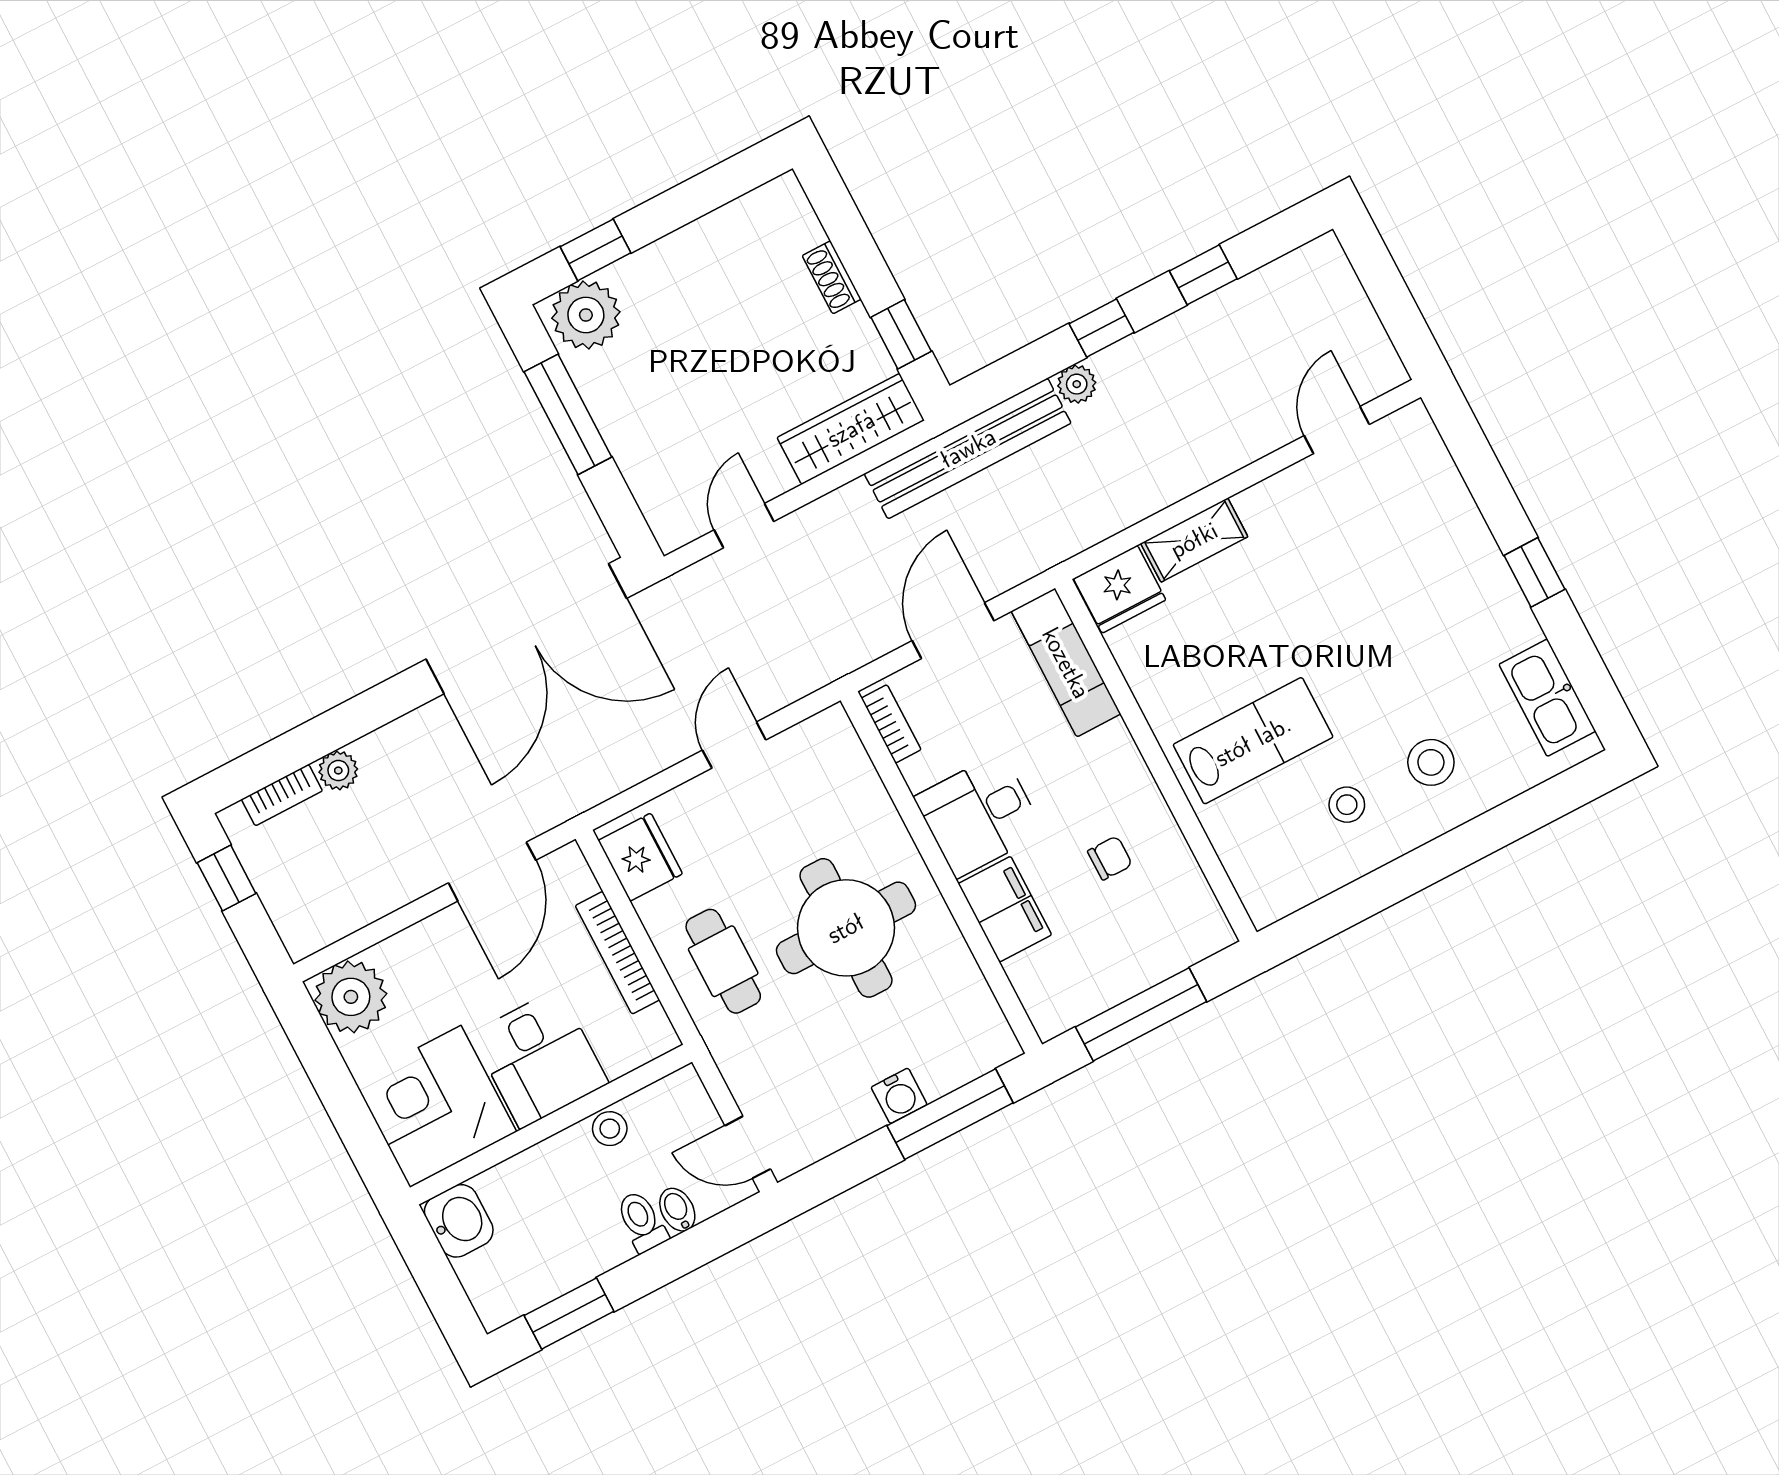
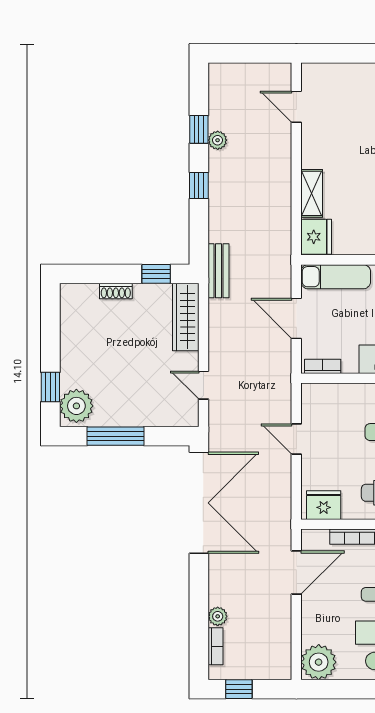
plant: (1077, 384) -> (218, 140), moved
bench: (968, 448) -> (218, 271), width x0.54, depth x0.82
door: (492, 872) -> (296, 573), hinge flipped

